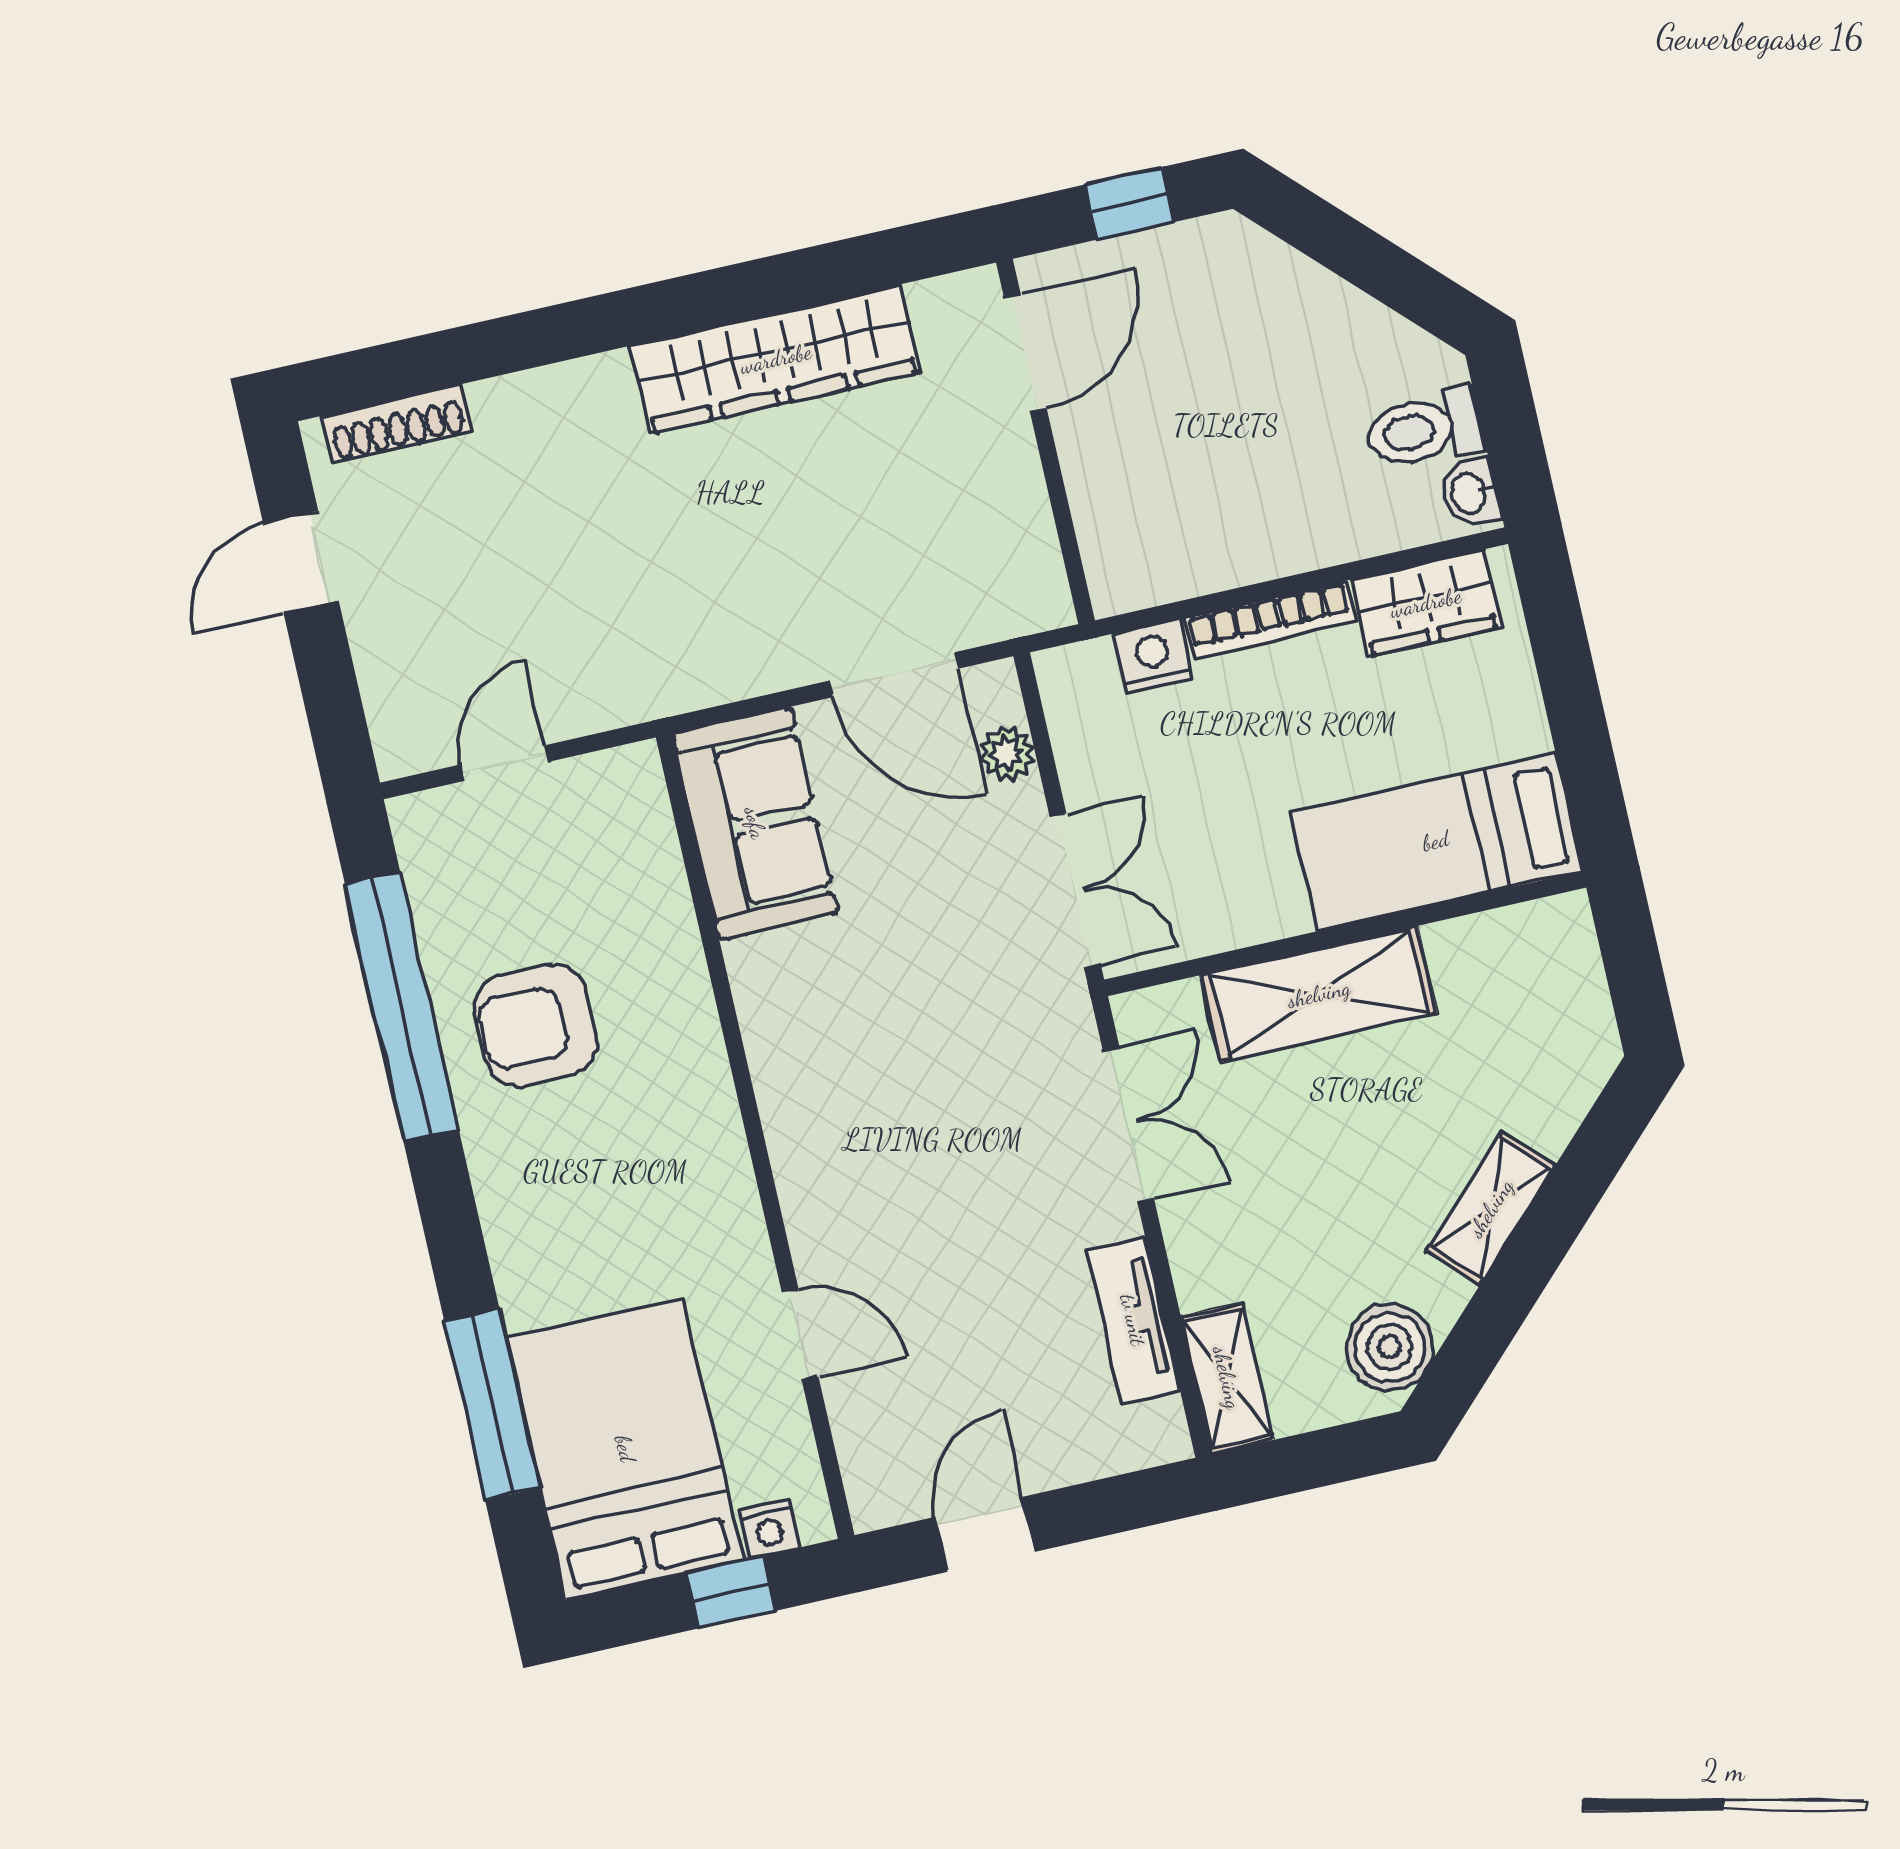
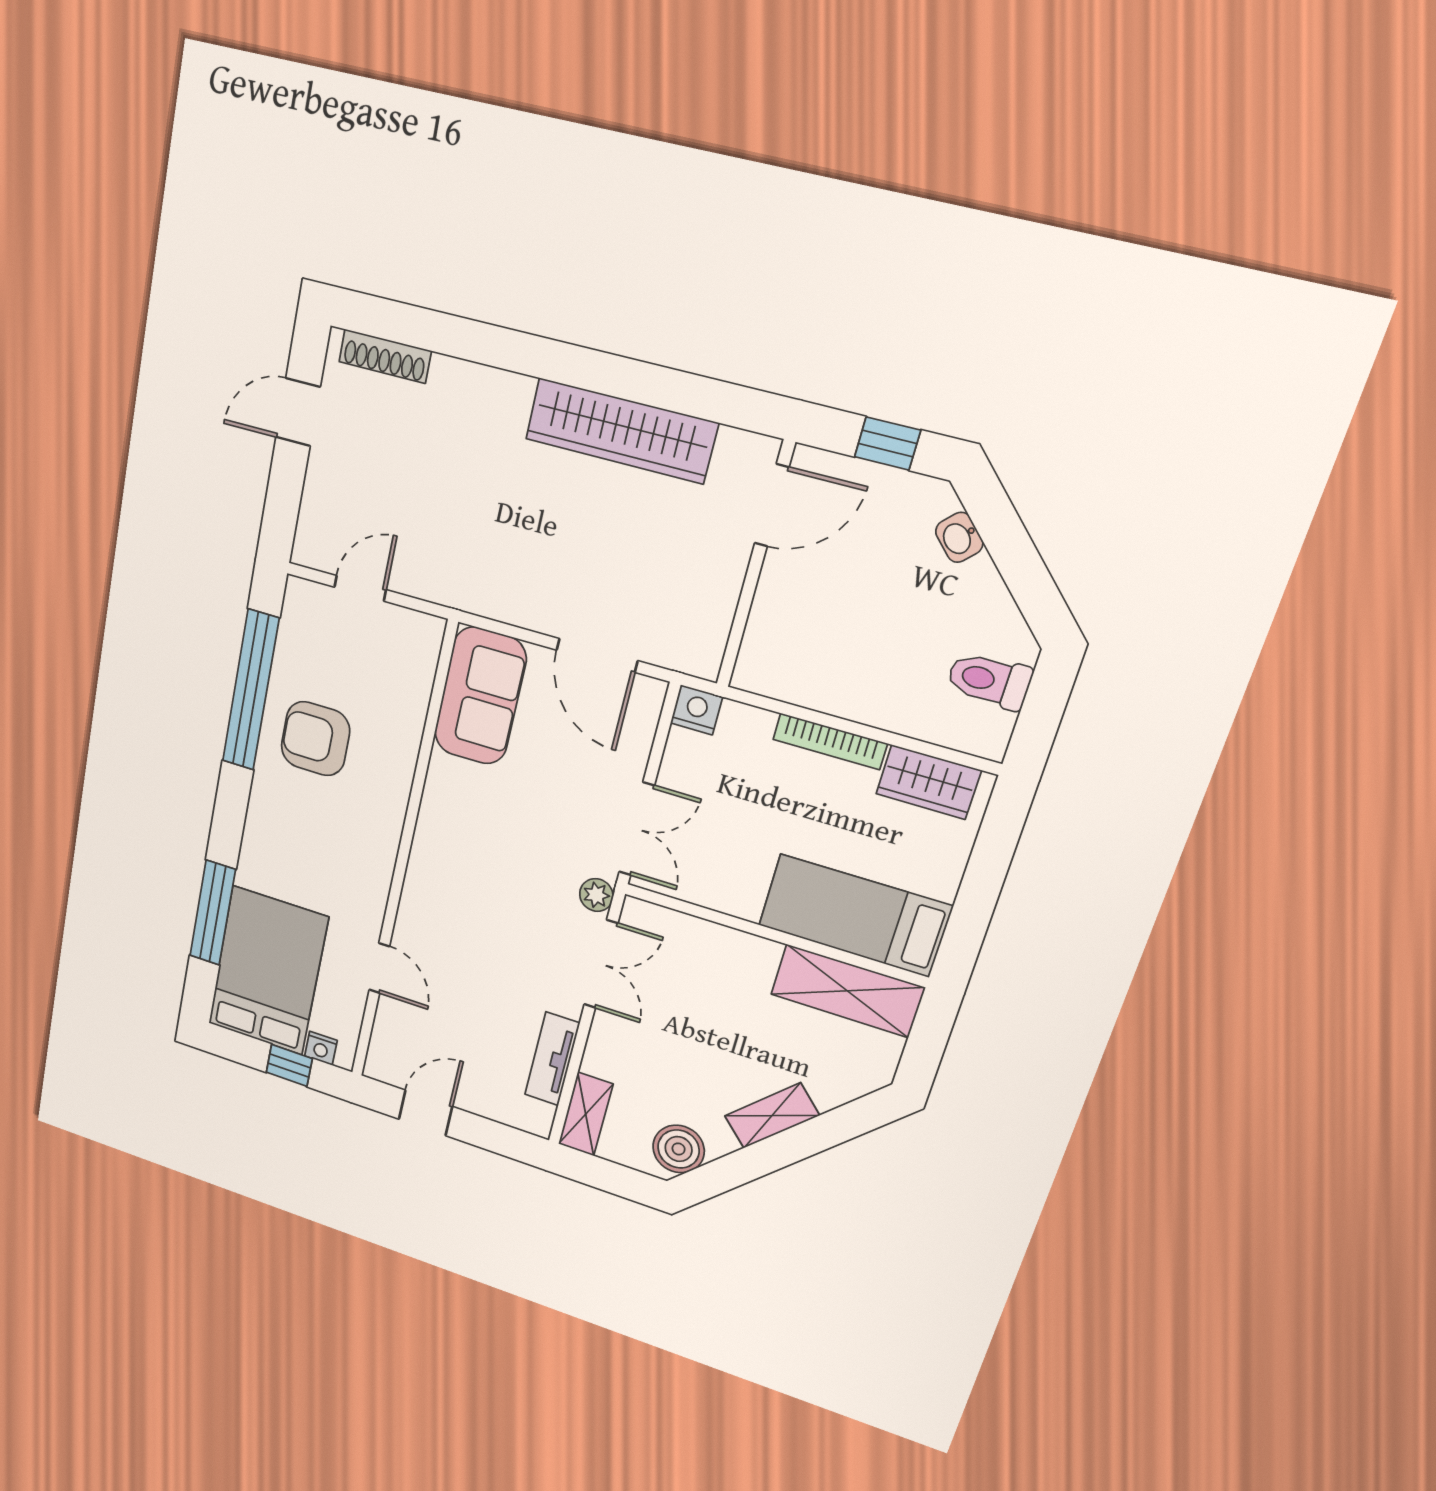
washbasin: (1470, 493) -> (959, 537), moved, turned -45
nightstand: (1153, 656) -> (696, 710), moved
plant: (1007, 753) -> (596, 895), moved
shelving: (1319, 994) -> (847, 991), moved

